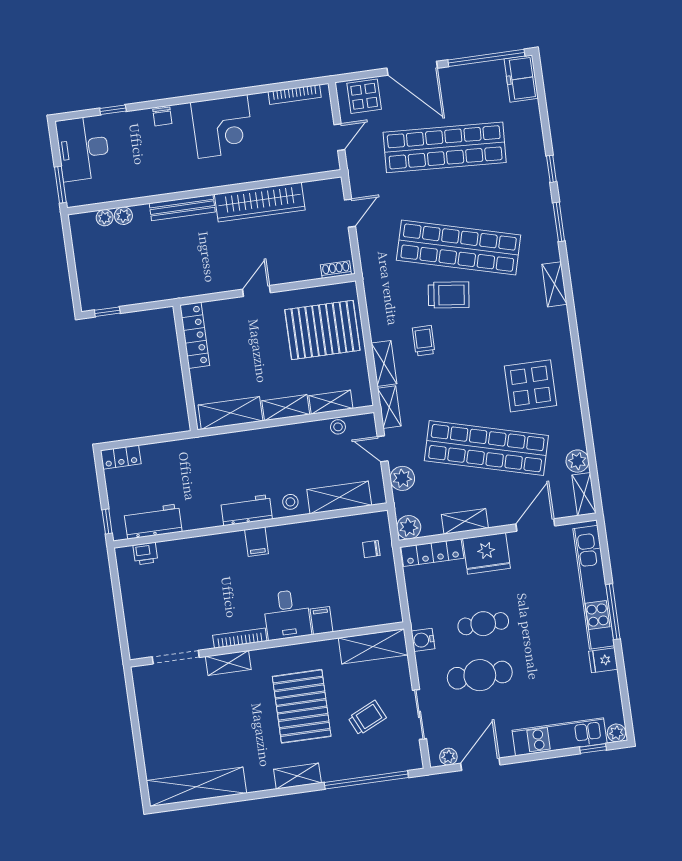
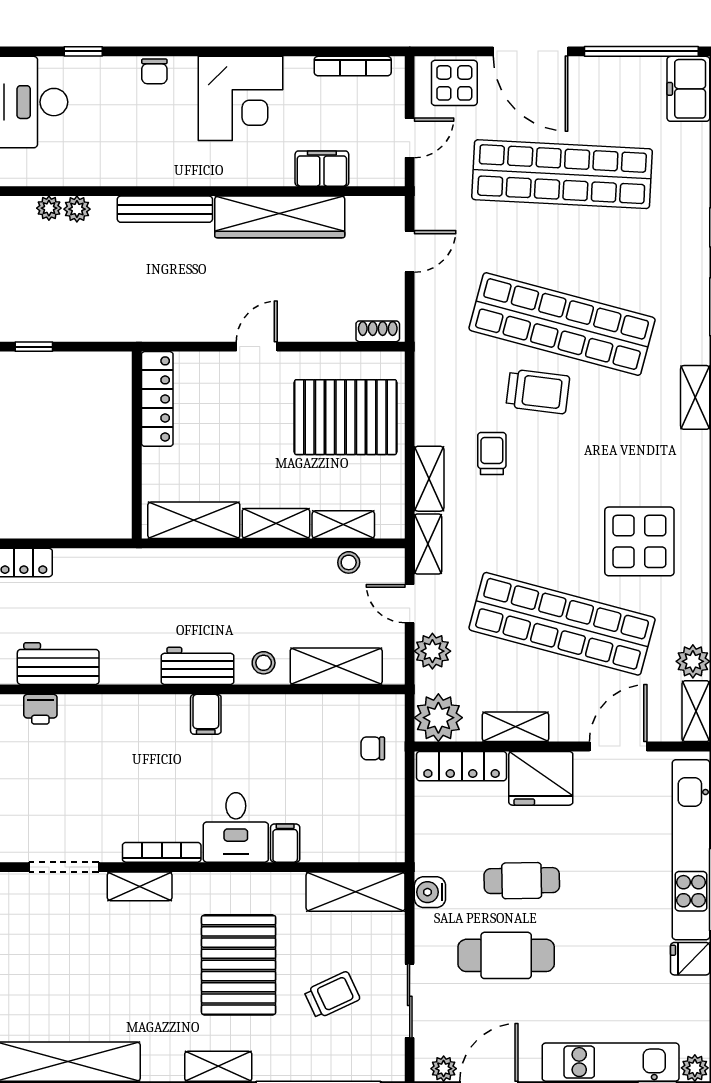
filing cabinet: (283, 166) -> (322, 169), added
plant: (409, 527) -> (438, 718), width x1.36, depth x1.36

